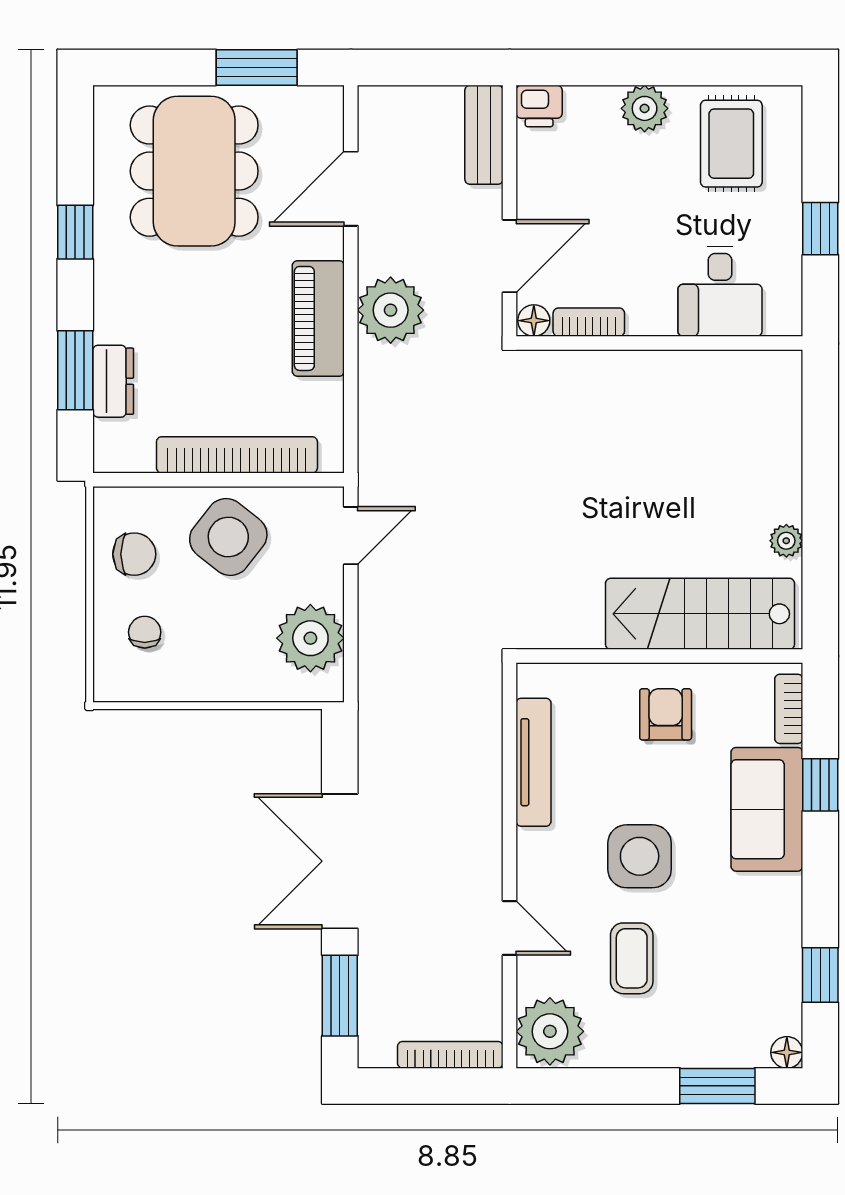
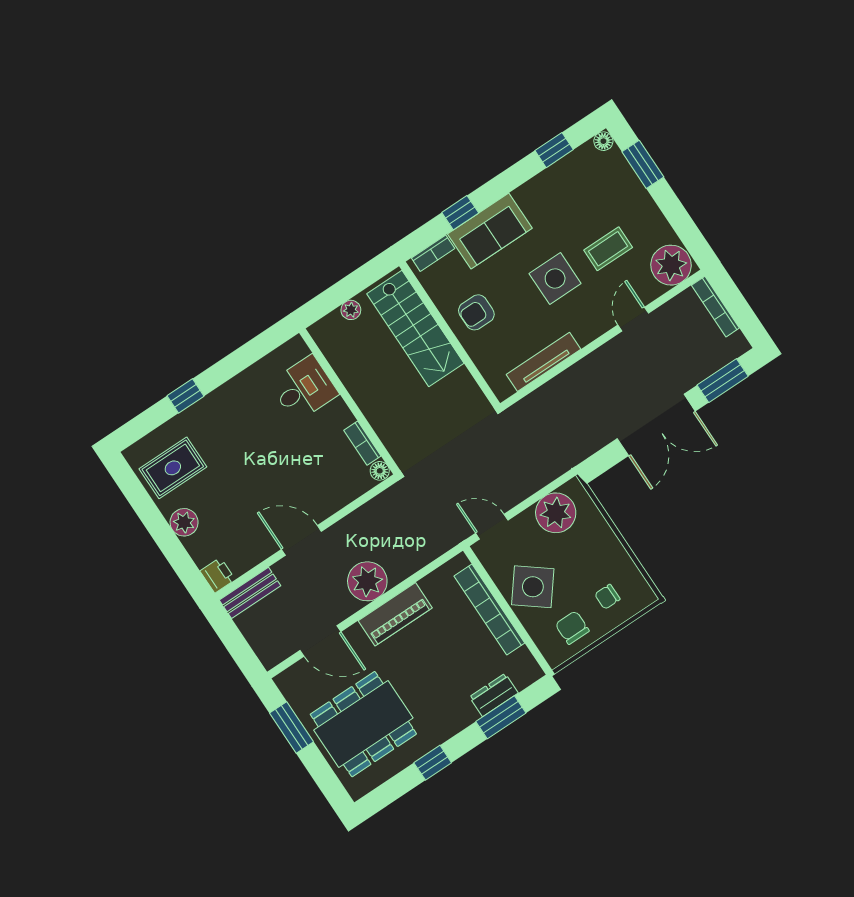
desk: (720, 291) -> (304, 389), moved
floor lamp: (534, 321) -> (380, 471), moved
bookcase: (589, 322) -> (362, 443), moved
wall: (659, 343) -> (349, 401), moved

